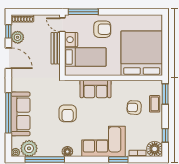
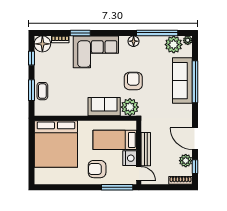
plant: (71, 88) -> (130, 107), added
window: (165, 94) -> (31, 90), moved
armchair: (134, 108) -> (64, 87), removed

